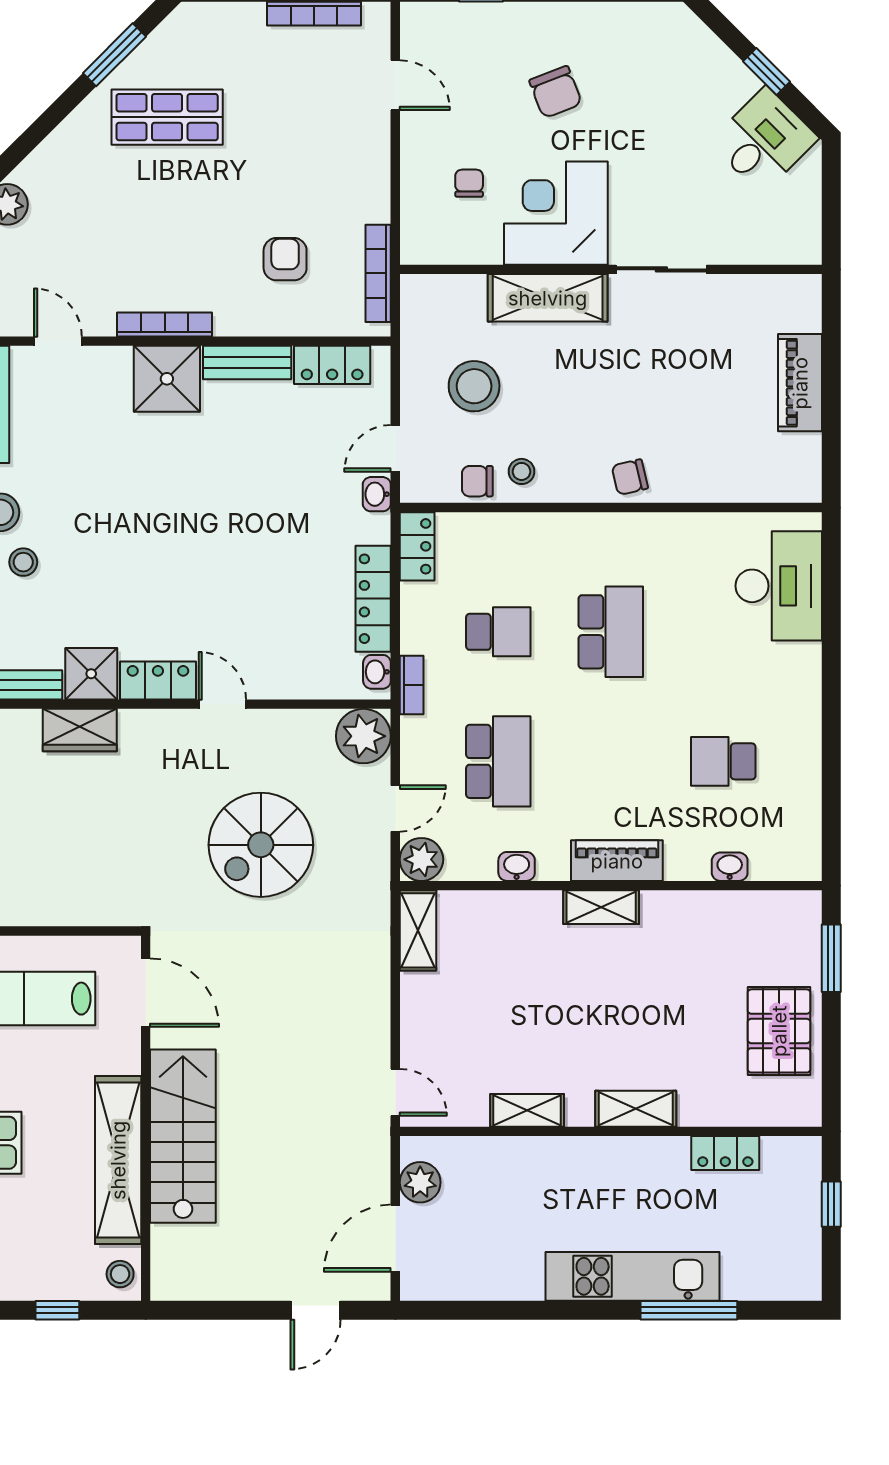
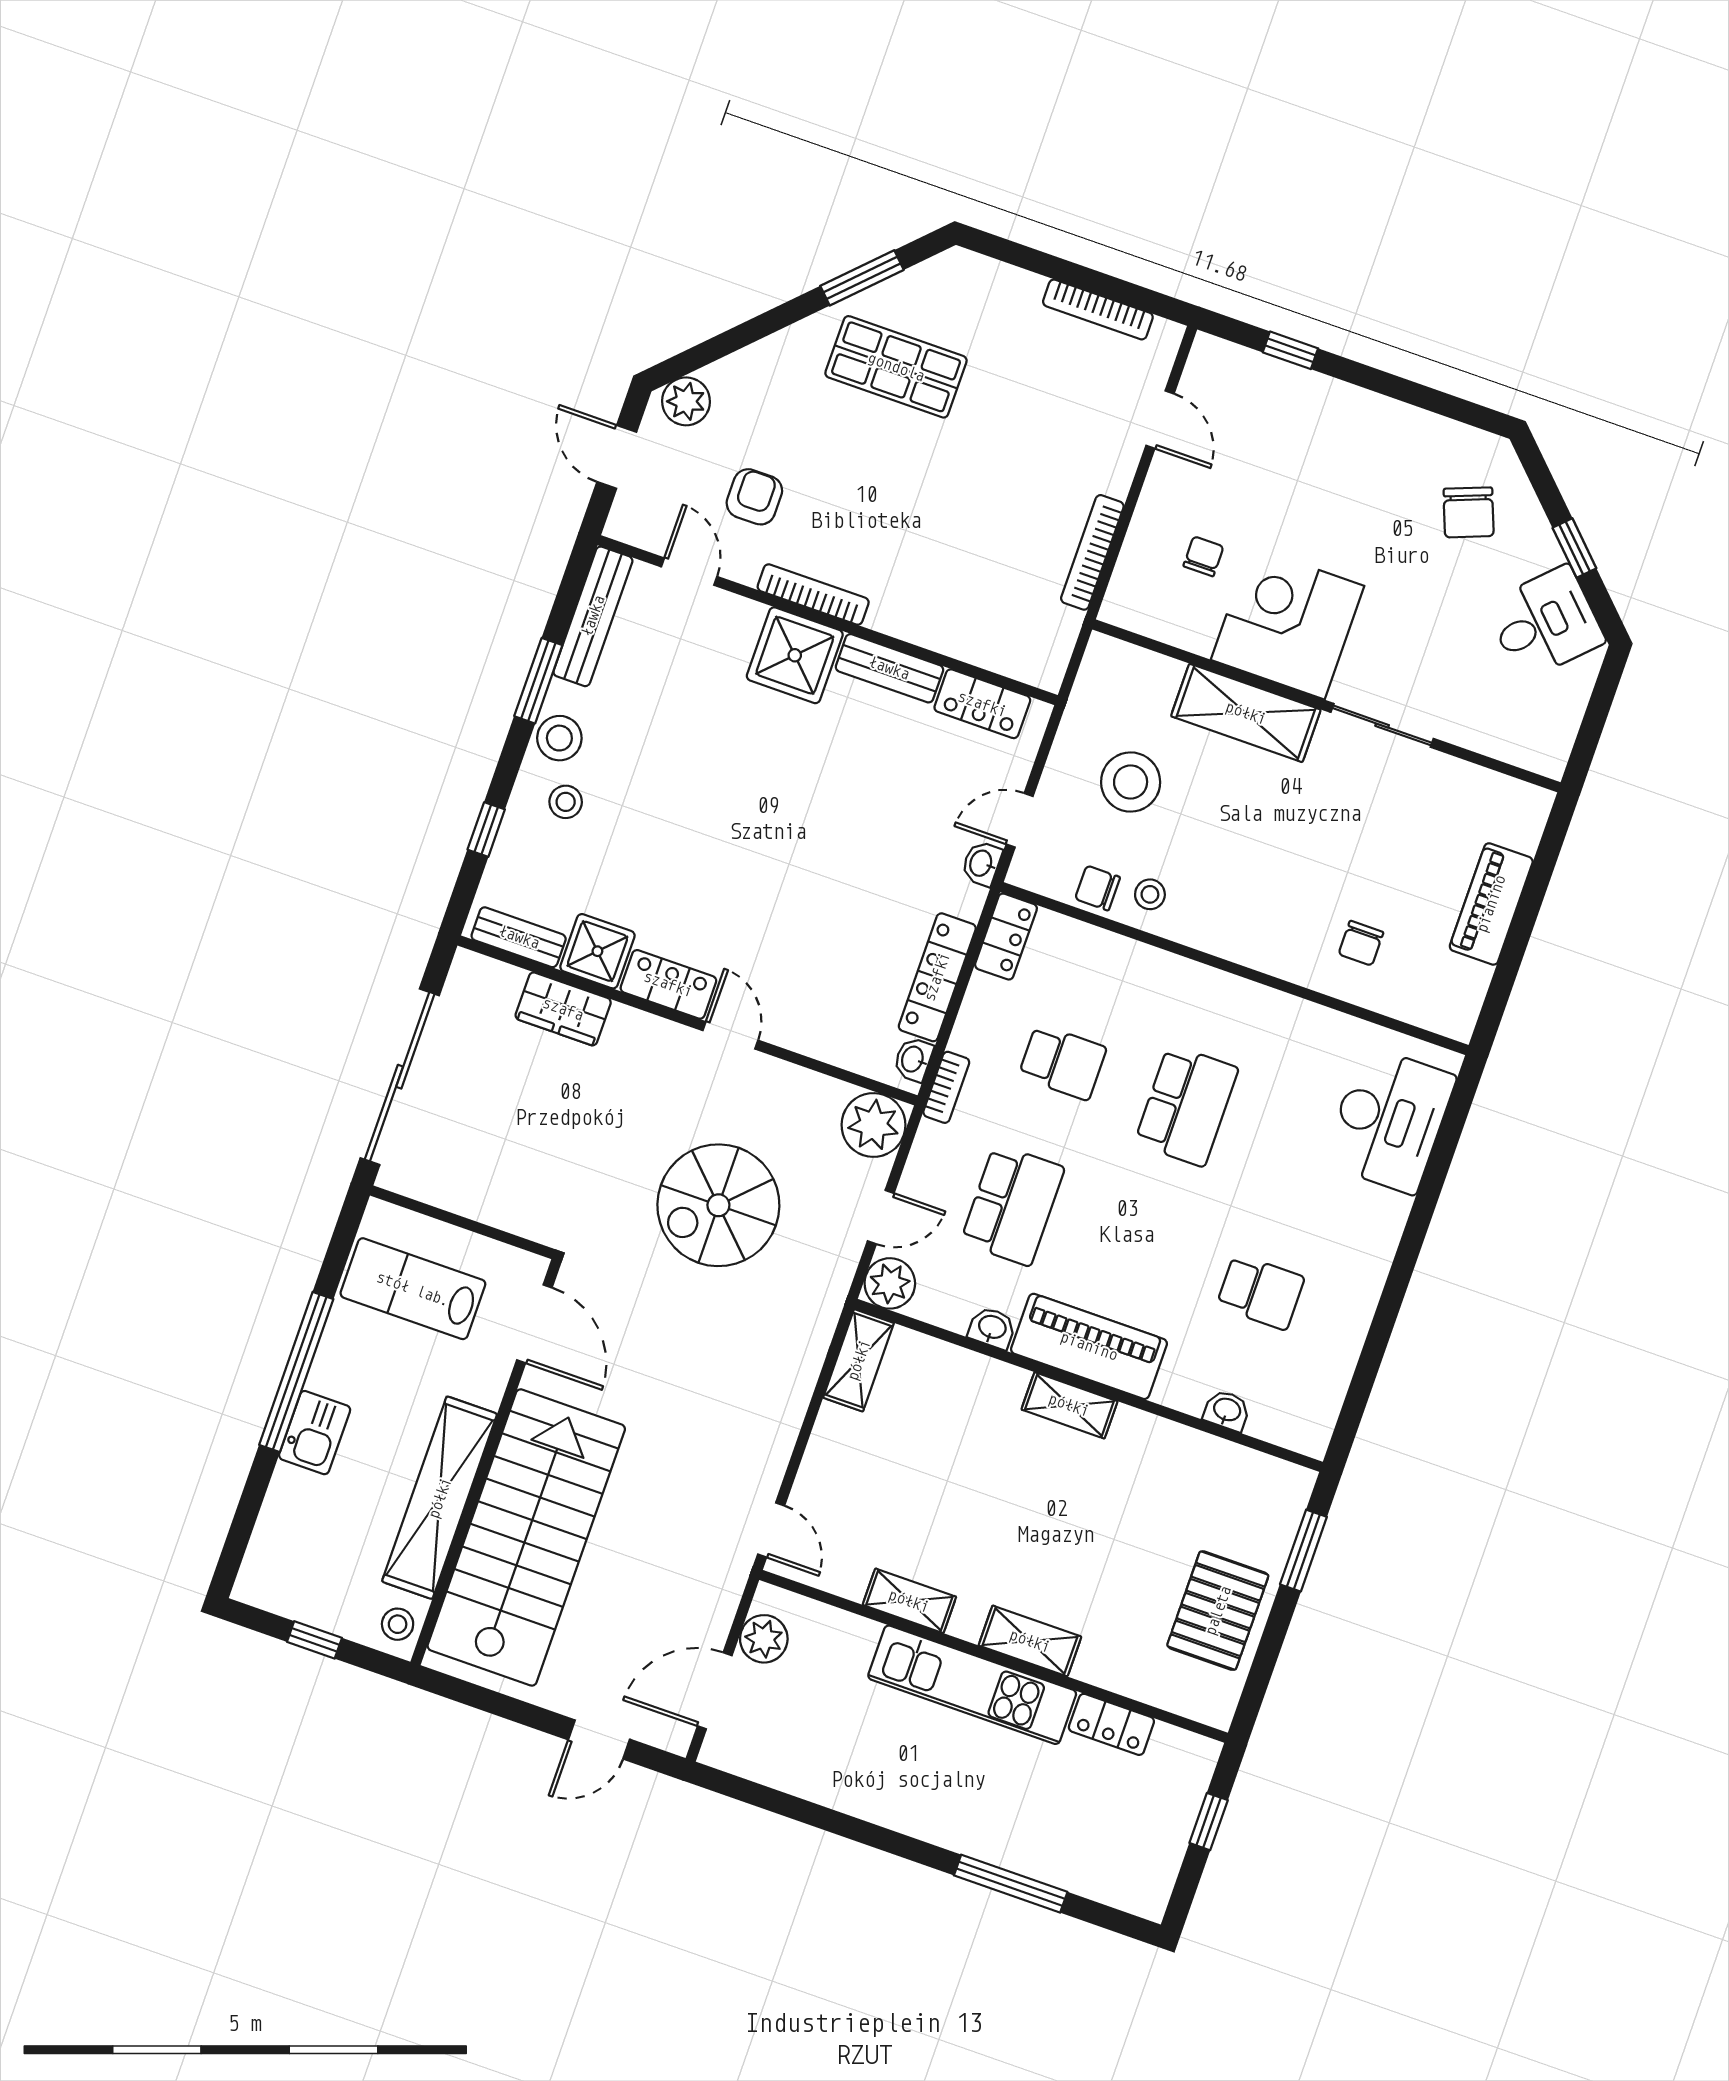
chair: (556, 92) -> (1469, 512), moved
armchair: (285, 259) -> (754, 497), moved
bookcase: (378, 273) -> (1092, 552), moved
chair: (630, 477) -> (1361, 943), moved, turned -77
school desk: (723, 761) -> (1260, 1292), turned 180
piano: (617, 861) -> (1089, 1346), width x1.37, depth x1.33
stairs: (183, 1136) -> (526, 1537), width x1.36, depth x1.51
kitchen unit: (632, 1276) -> (972, 1685), moved, turned 180

